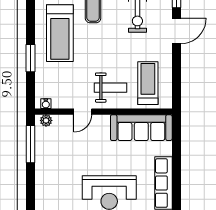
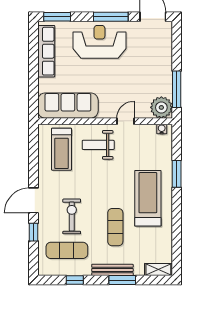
plant: (46, 120) -> (161, 107), width x1.88, depth x1.88

